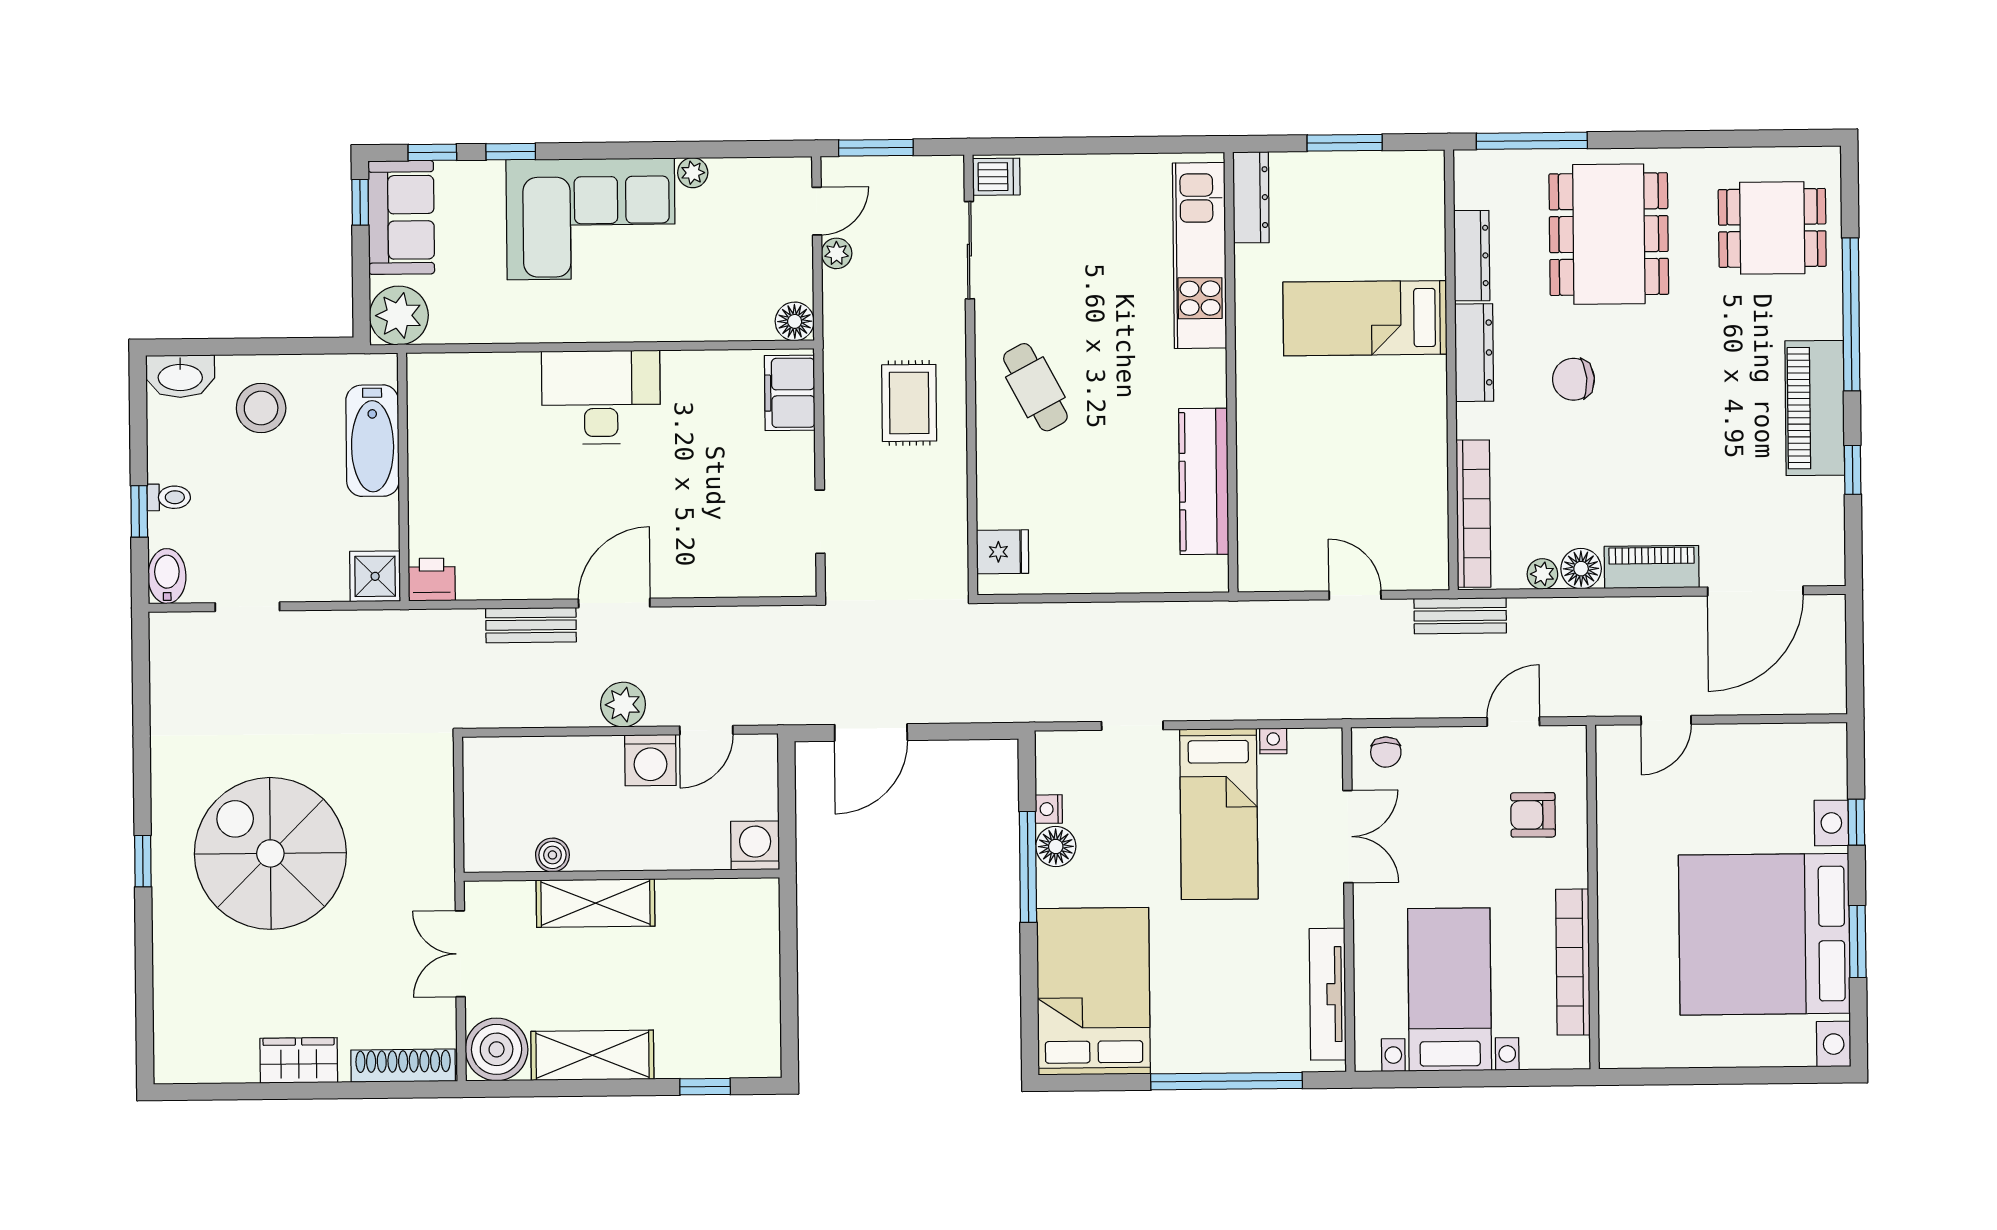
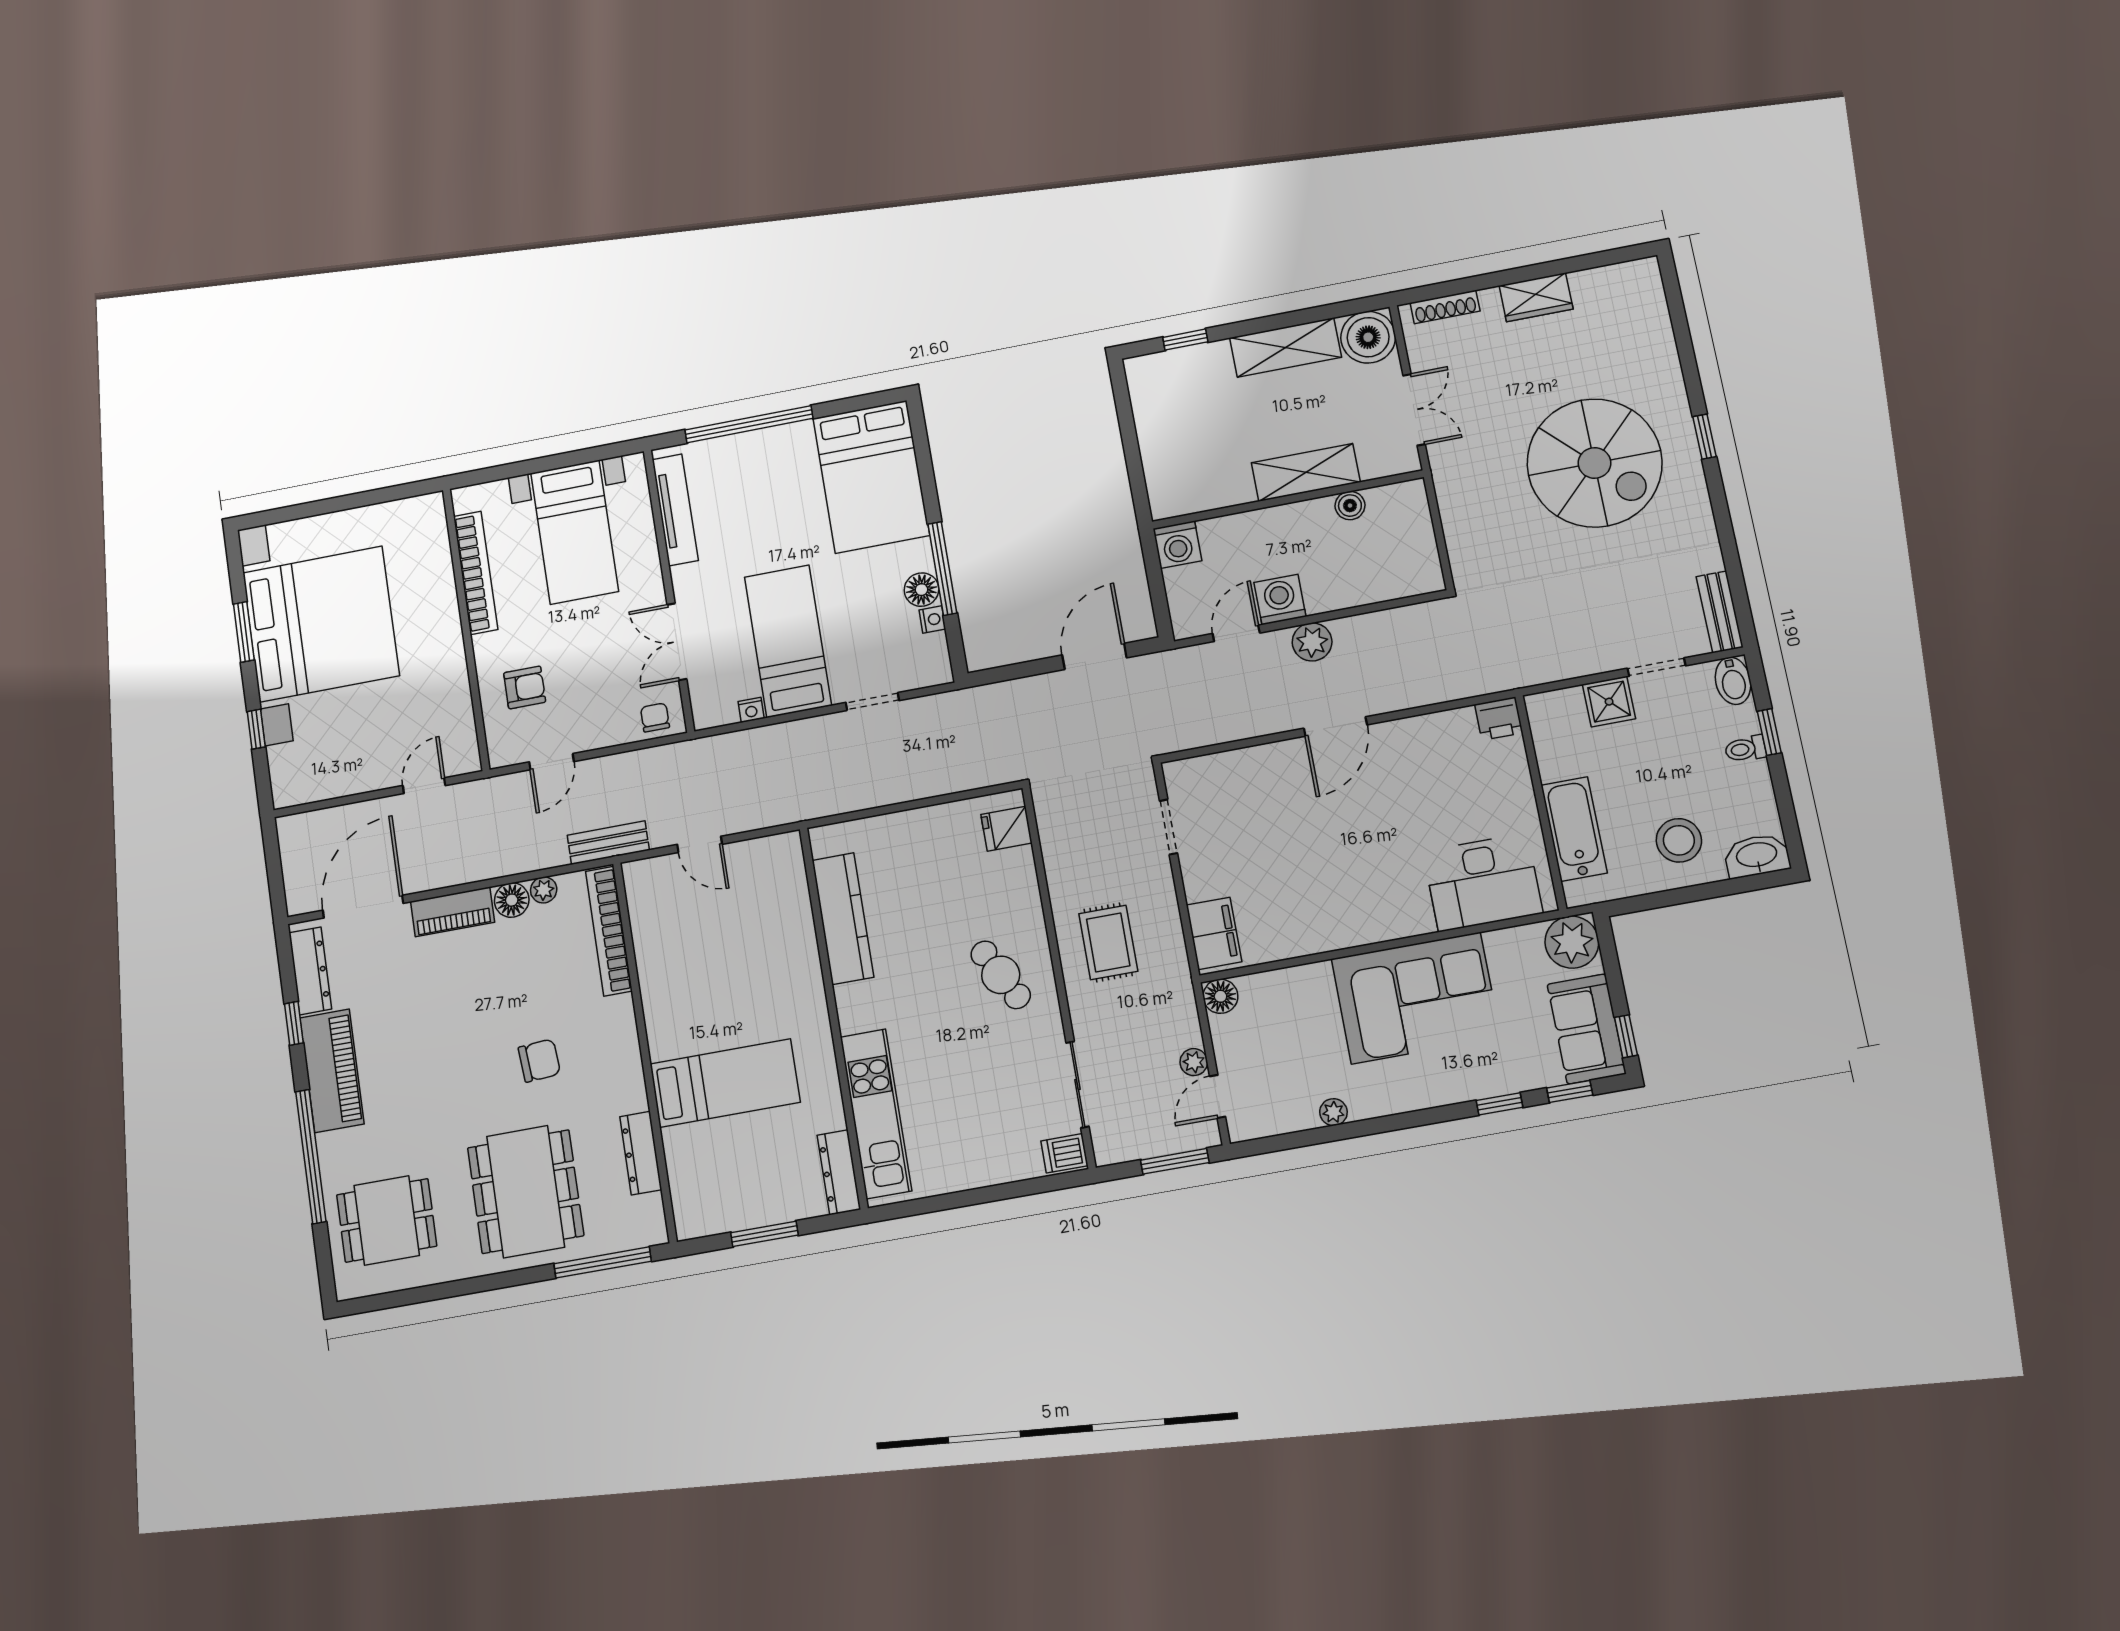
corner sofa: (591, 219) -> (1416, 998), moved, turned 180
dresser: (1474, 353) -> (310, 971), moved, turned 180
desk: (601, 397) -> (1483, 882), moved
shower: (375, 576) -> (1609, 702), moved
bench: (531, 625) -> (1720, 612), moved, turned 90
shoe rack: (403, 1066) -> (1445, 307), width x0.74, depth x0.81

